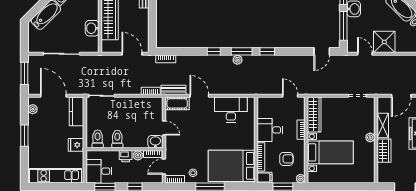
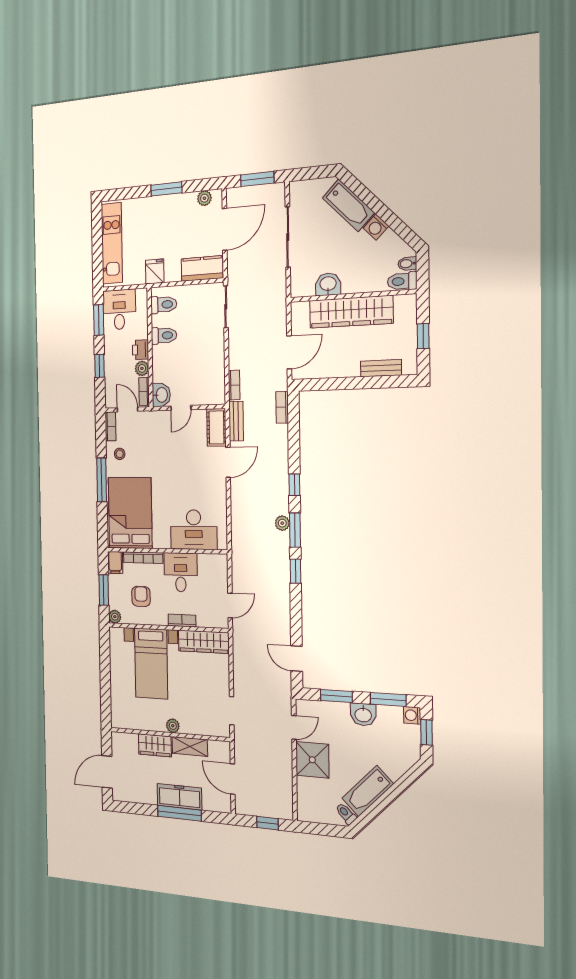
window: (343, 26) -> (336, 696), width x0.69
desk: (231, 110) -> (194, 530), moved, turned 90
armchair: (286, 159) -> (141, 596), turned 180

